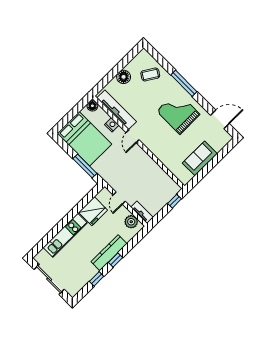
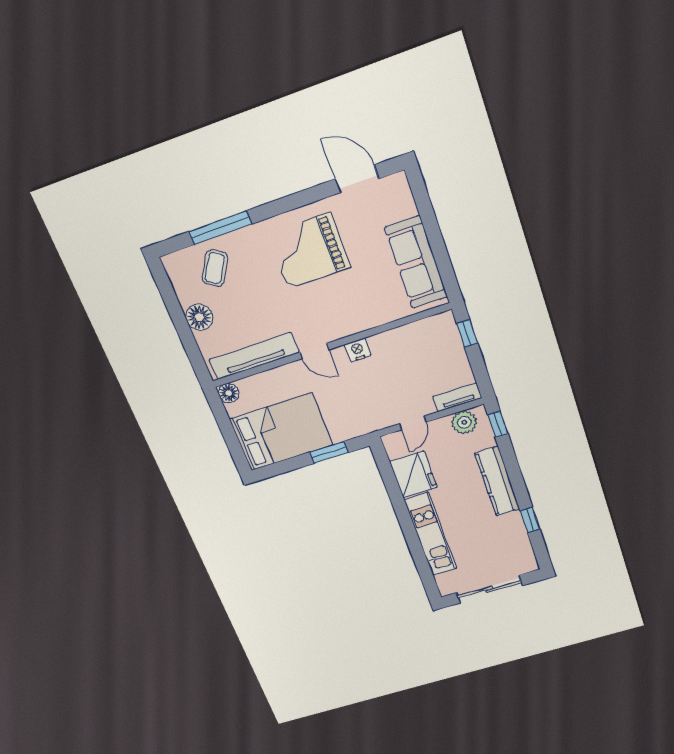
window: (184, 83) -> (220, 228), moved
door: (220, 119) -> (357, 179), hinge flipped
nightstand: (112, 125) -> (358, 350), moved
sofa: (200, 158) -> (416, 262), width x1.36
window: (85, 166) -> (329, 452), width x0.69
door: (119, 198) -> (413, 423), hinge flipped
window: (115, 260) -> (498, 424), moved

